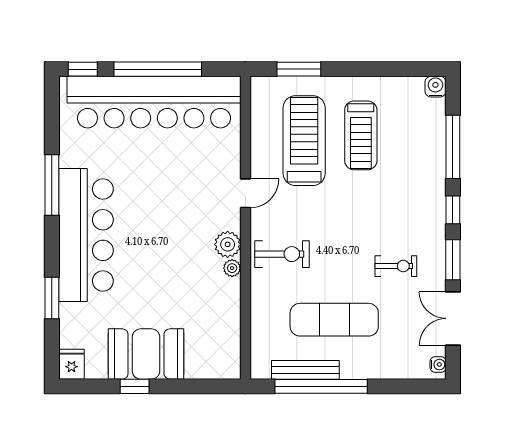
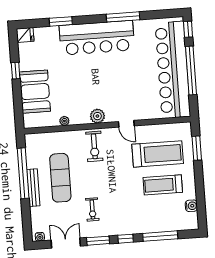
water cooler: (435, 87) -> (191, 206), moved
plant: (232, 268) -> (64, 121), moved
booth: (146, 354) -> (35, 92), moved
bench: (305, 370) -> (33, 188), moved

